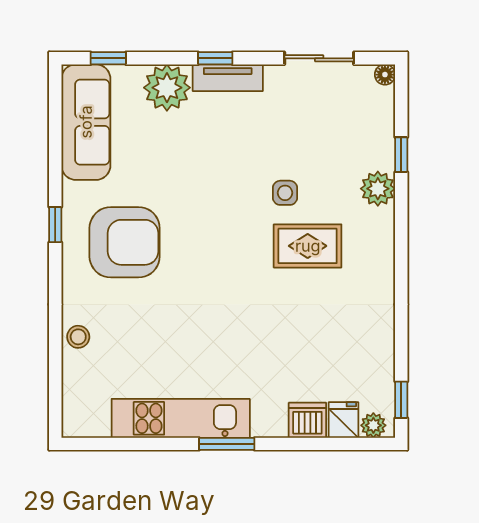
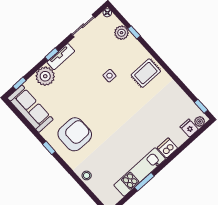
plant: (378, 189) -> (122, 33), moved
rug: (308, 246) -> (146, 73), moved
dishwasher: (307, 420) -> (167, 148), moved
window: (227, 444) -> (144, 182), moved

